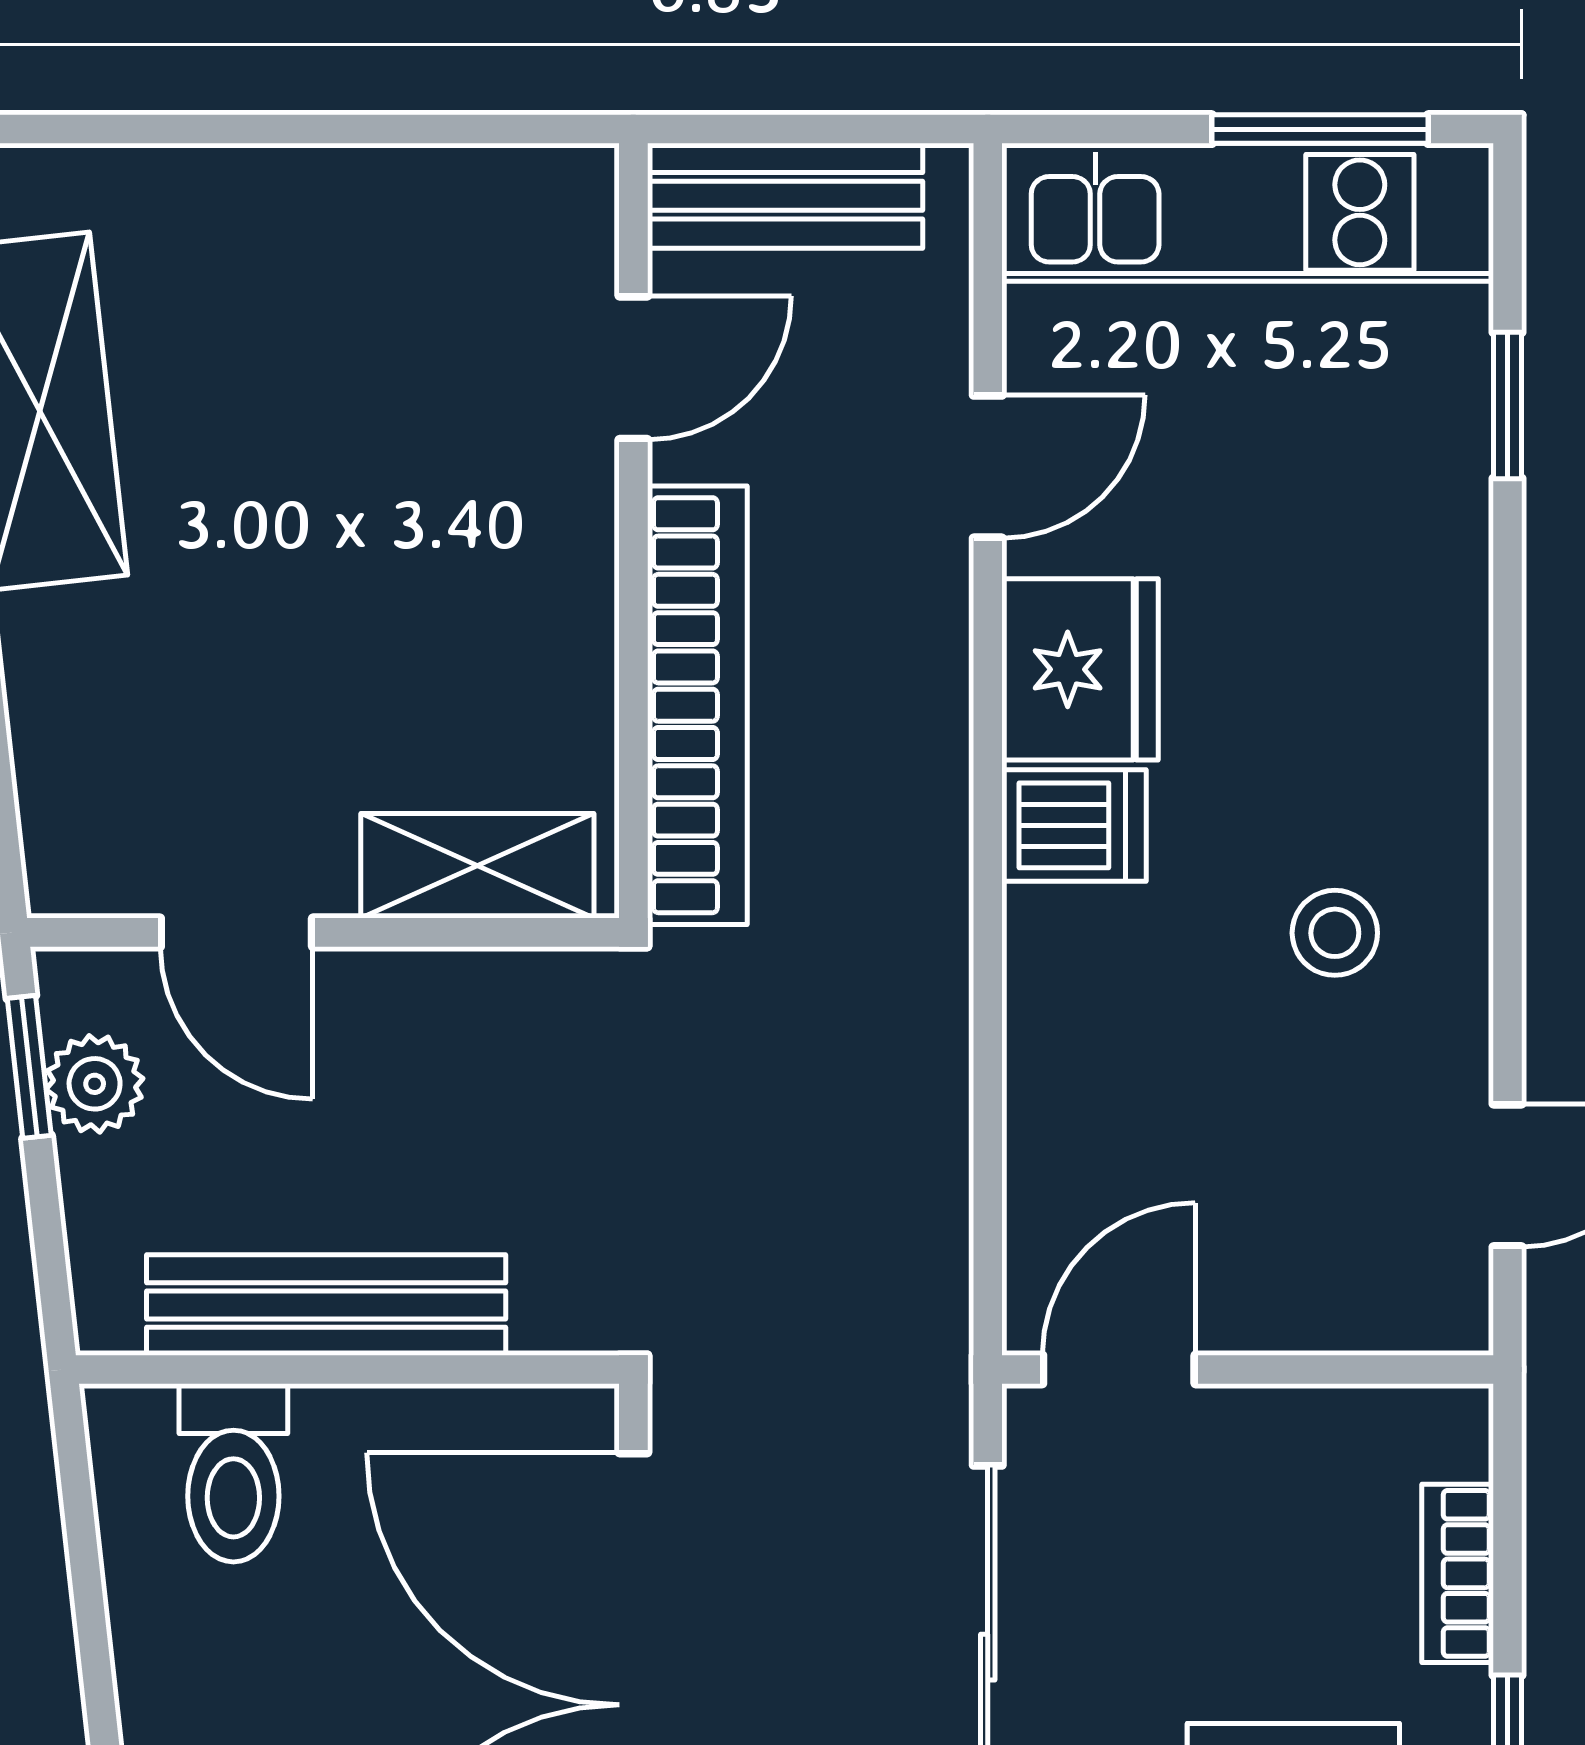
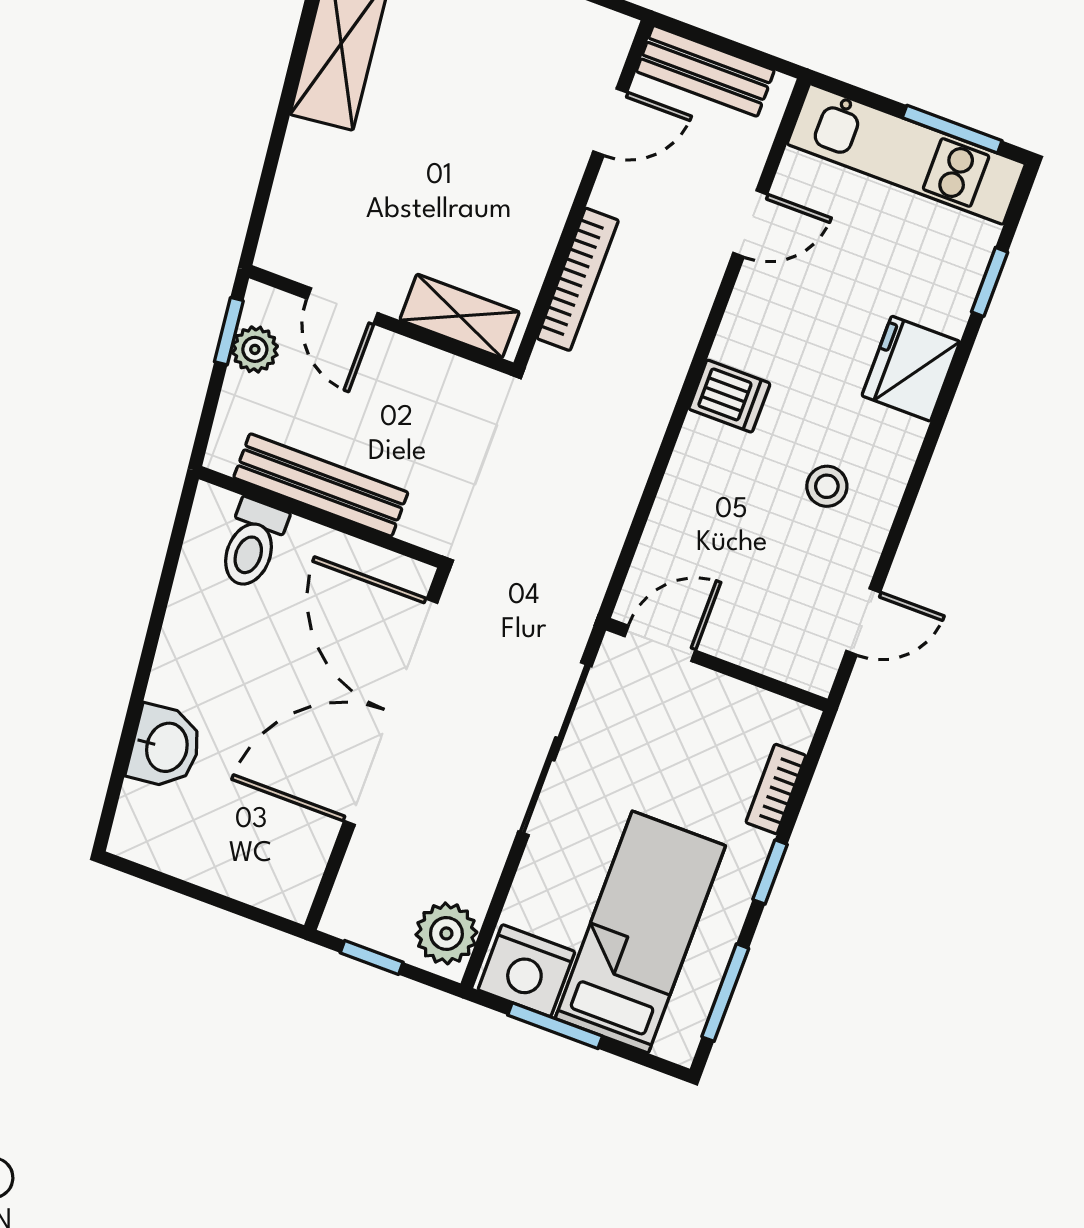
fridge: (1080, 669) -> (911, 369), moved, turned 180
bookcase: (697, 705) -> (578, 279), width x0.68, depth x0.76

